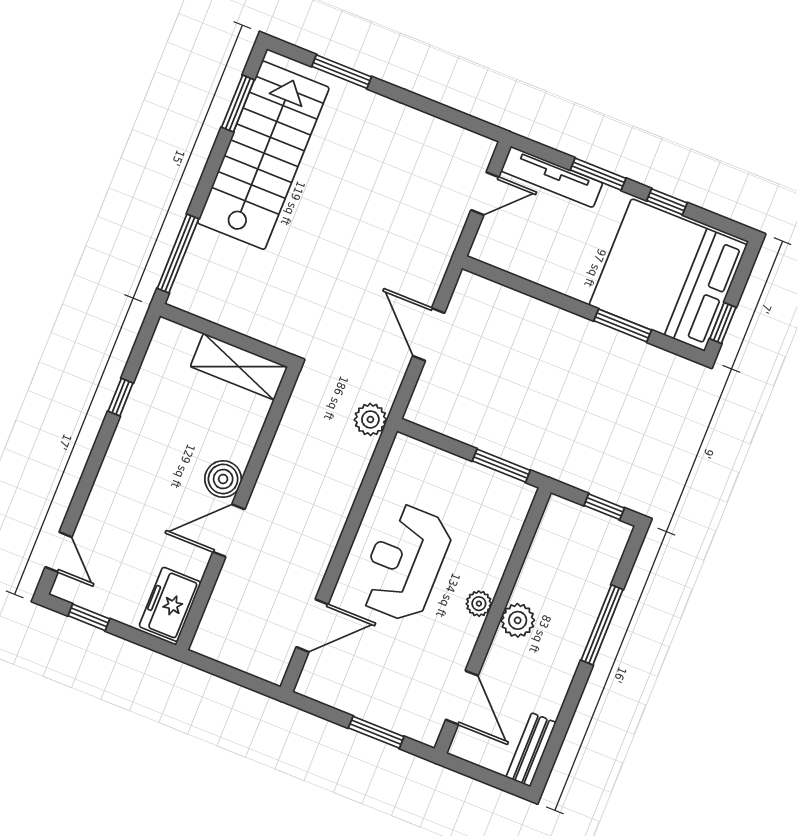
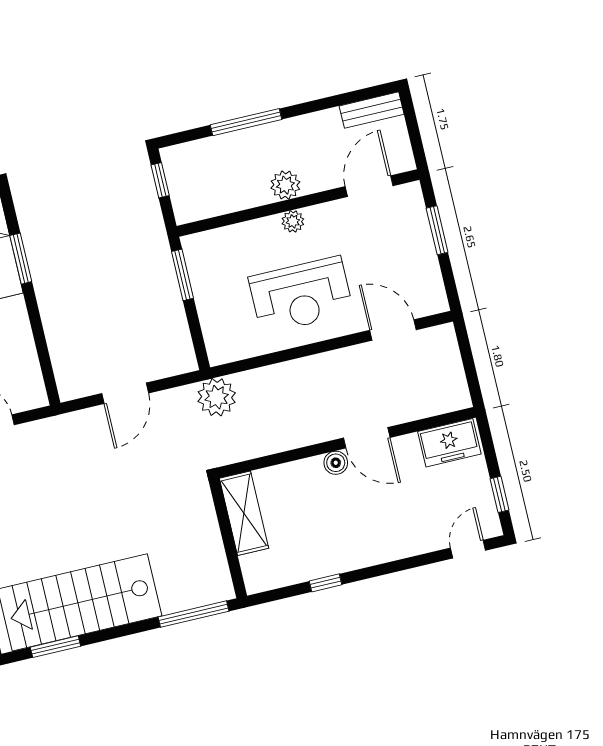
plant: (370, 419) -> (217, 397), width x1.36, depth x1.36
boiler: (223, 479) -> (336, 463), width x0.73, depth x0.73

